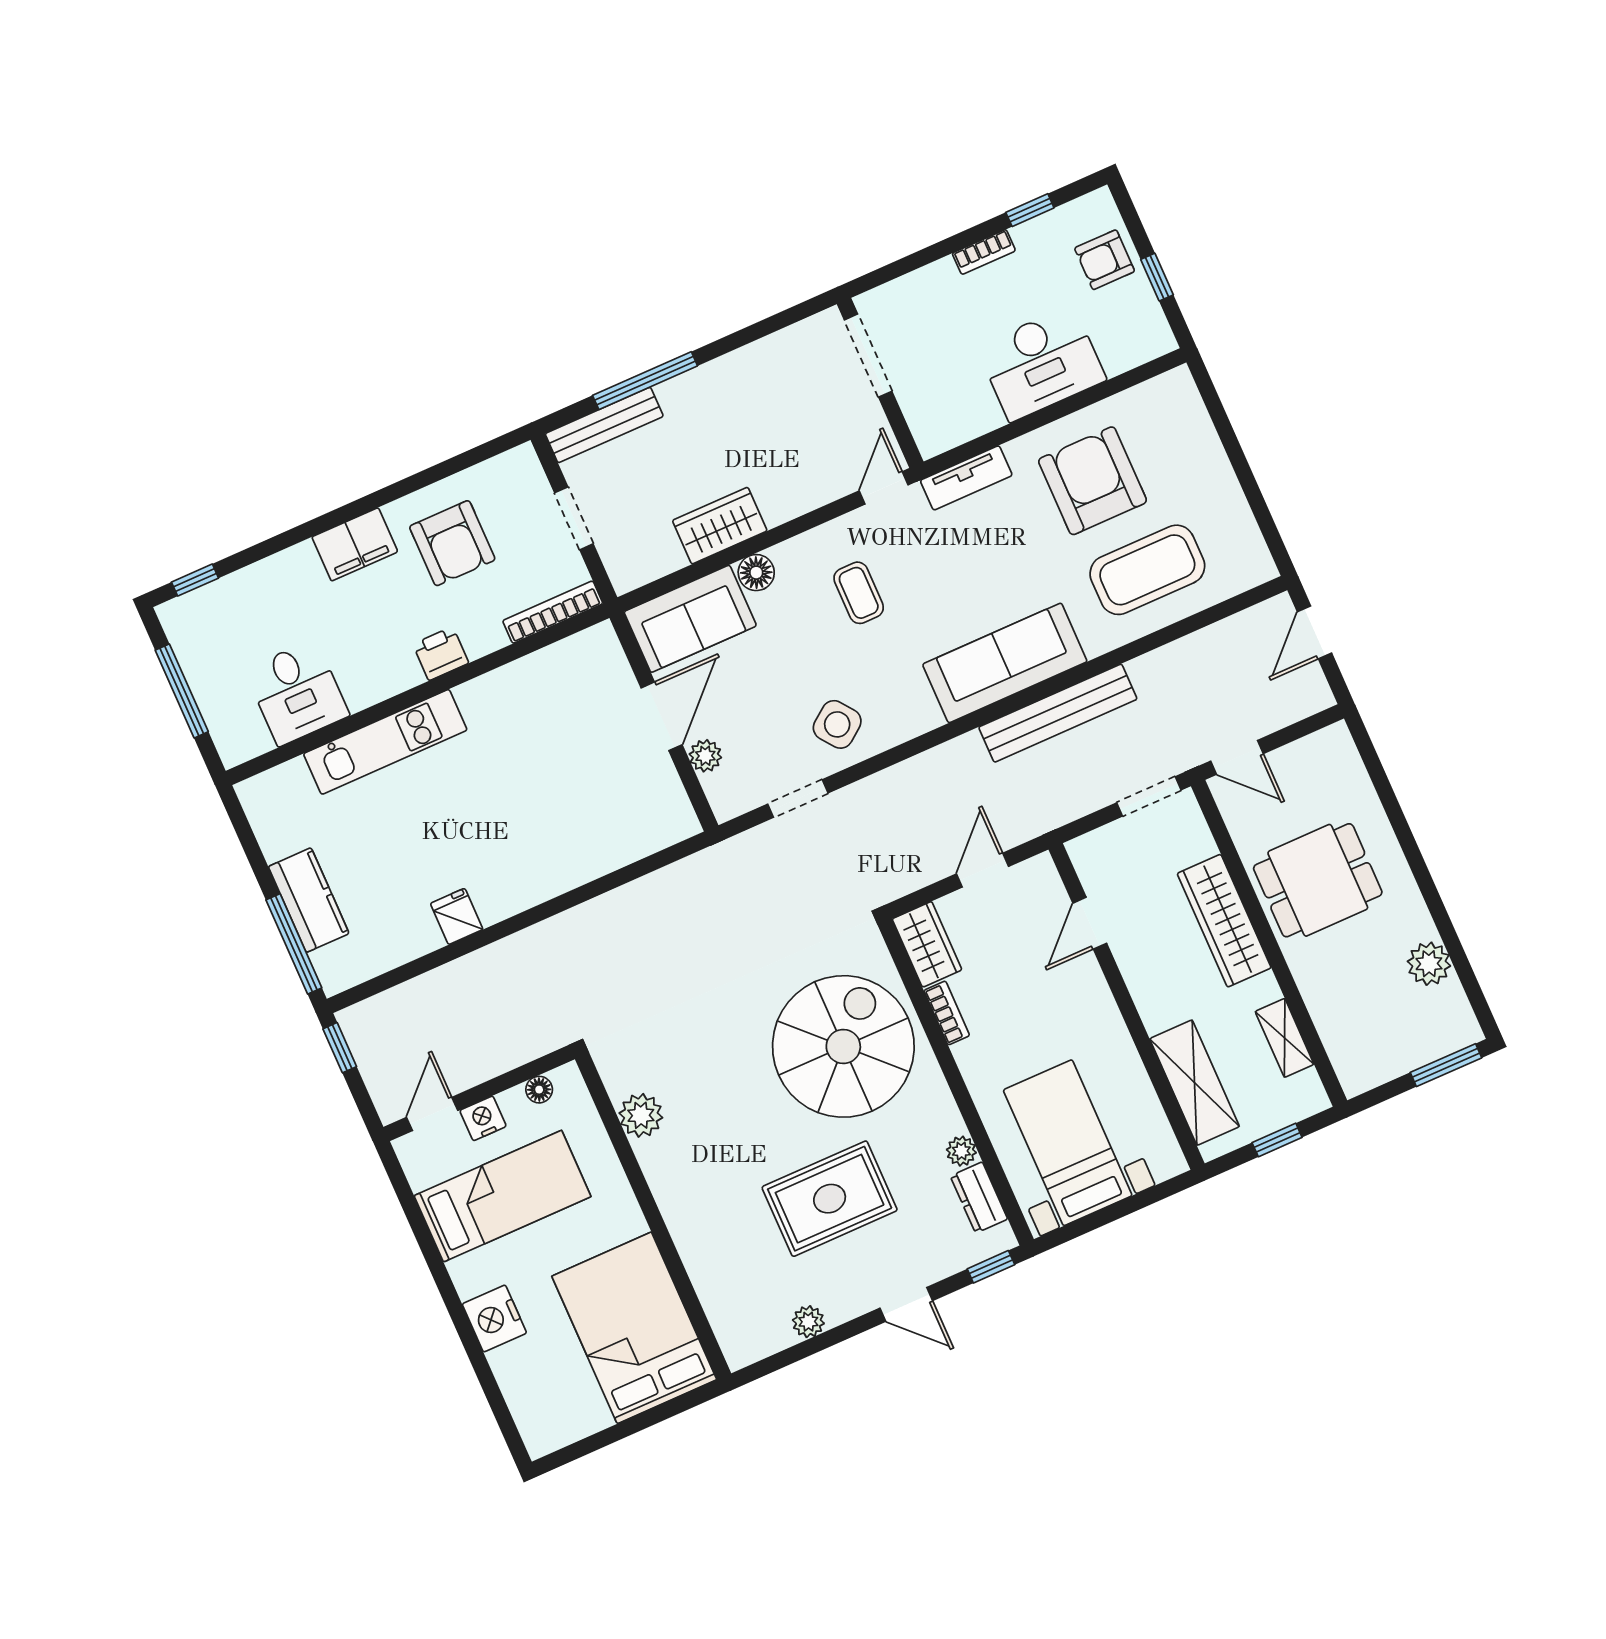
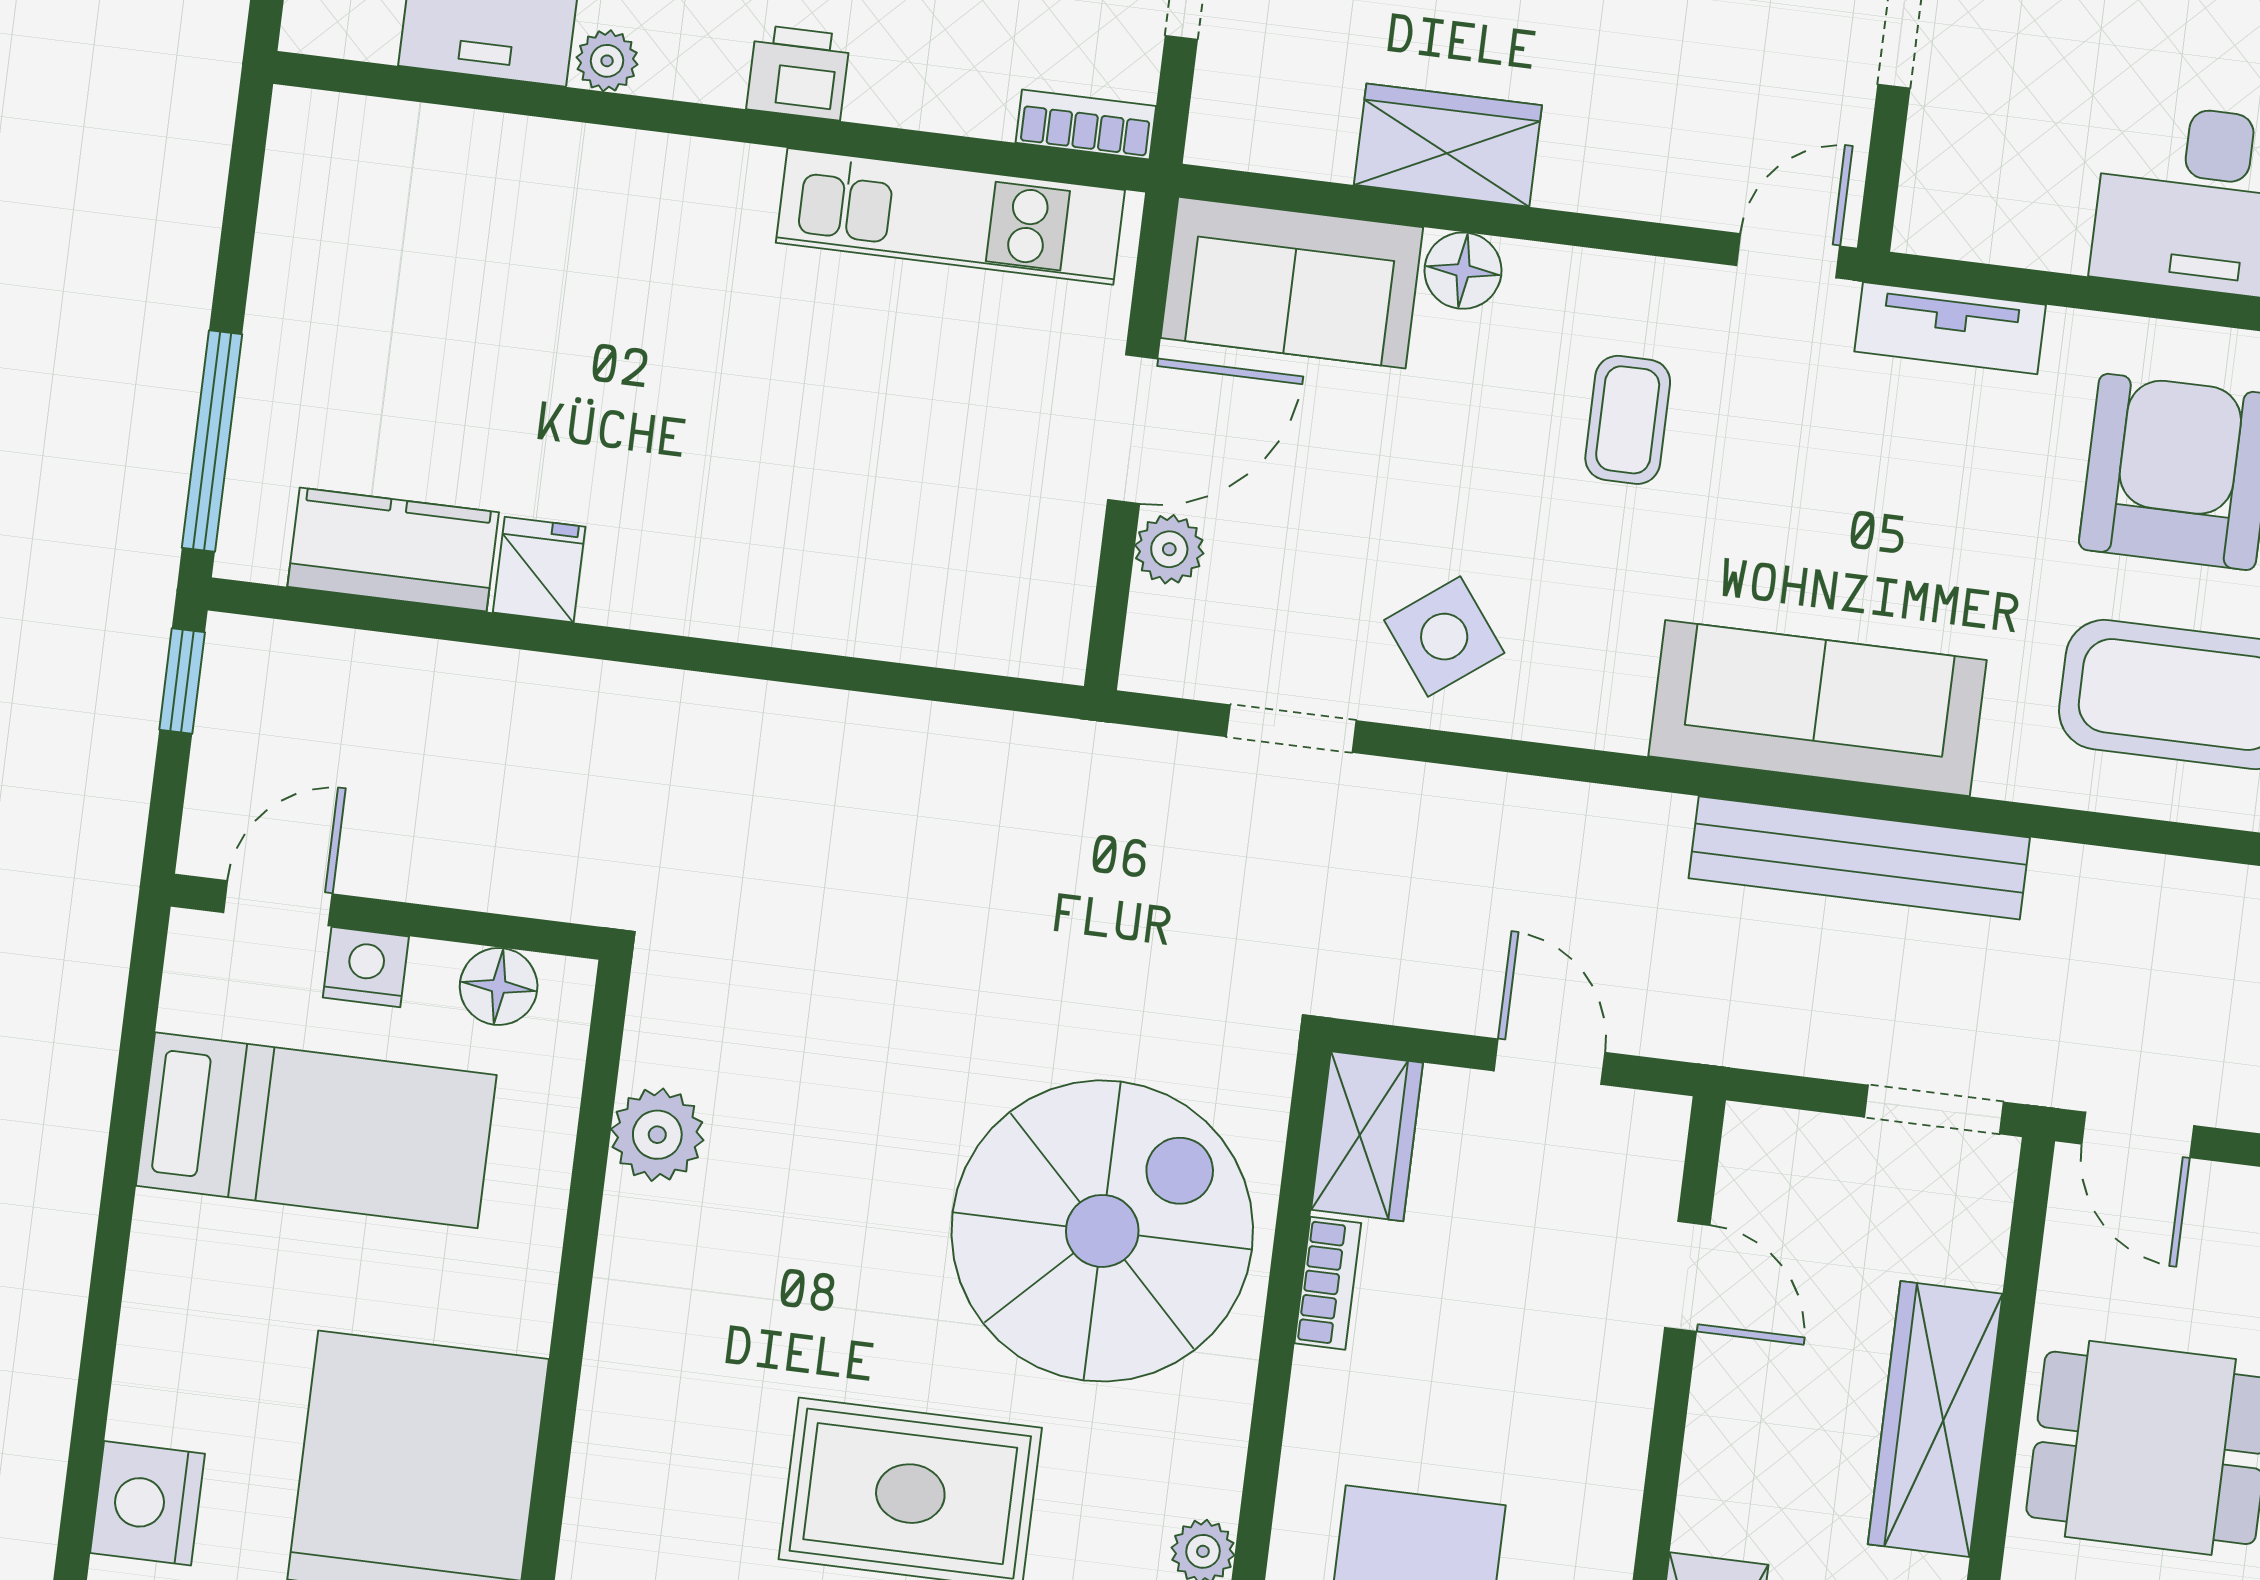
bookcase: (553, 612) -> (1086, 124), width x0.64
plant: (361, 695) -> (607, 61), added
kitchen unit: (385, 742) -> (950, 216), moved
door: (982, 870) -> (1550, 1062), hinge flipped
kitchen counter: (309, 900) -> (393, 550), moved, turned -90
door: (1090, 923) -> (1687, 1276), swing flipped
floor lamp: (539, 1090) -> (499, 986), width x1.37, depth x1.37
nightstand: (494, 1318) -> (147, 1503), moved

